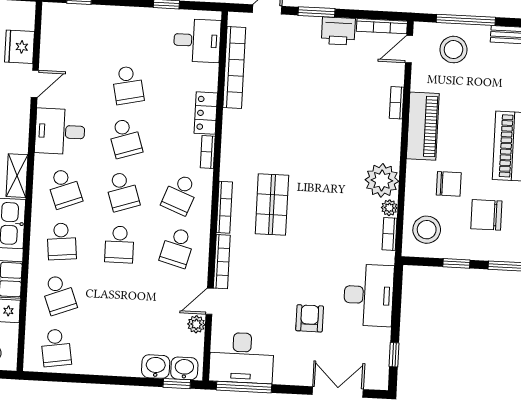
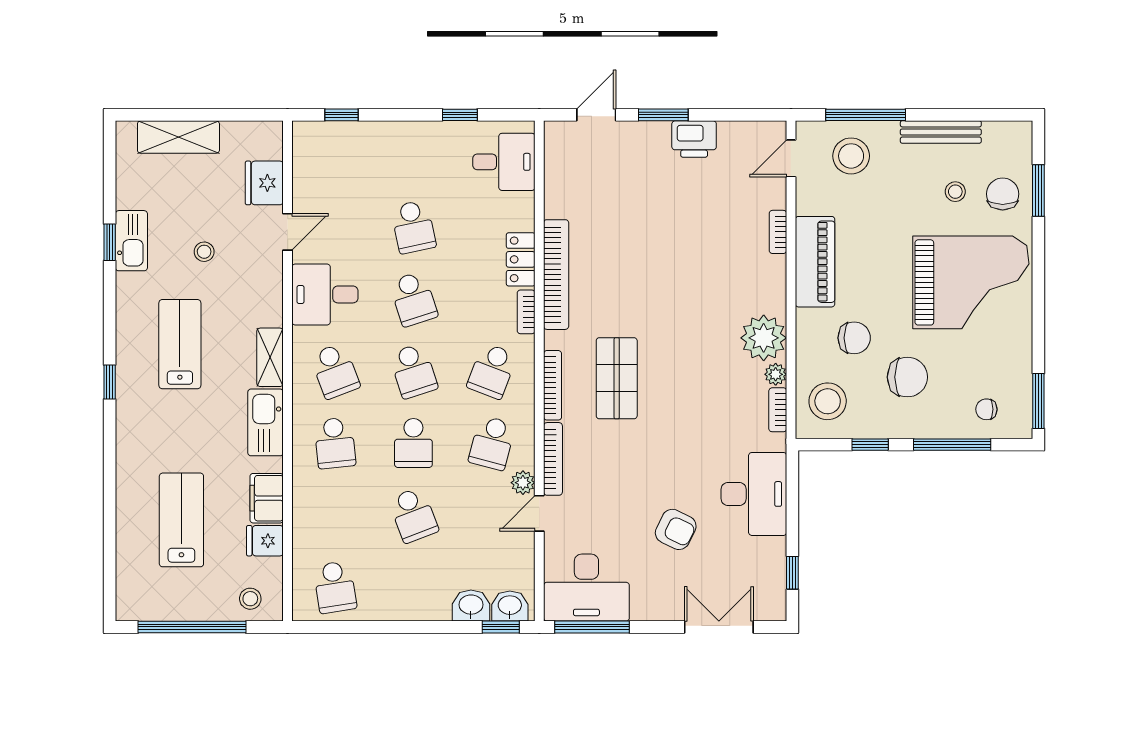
bookcase: (382, 26) -> (753, 129), removed
bookcase: (234, 67) -> (556, 275), moved
chair: (486, 215) -> (907, 377), turned 180
school desk: (59, 295) -> (413, 515), moved
armchair: (310, 318) -> (676, 529), turned 116
plant: (196, 324) -> (523, 483), moved

